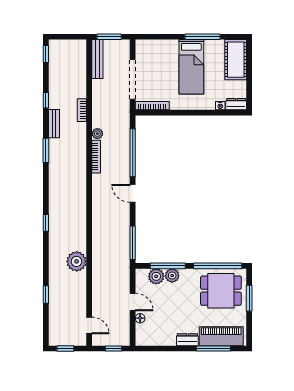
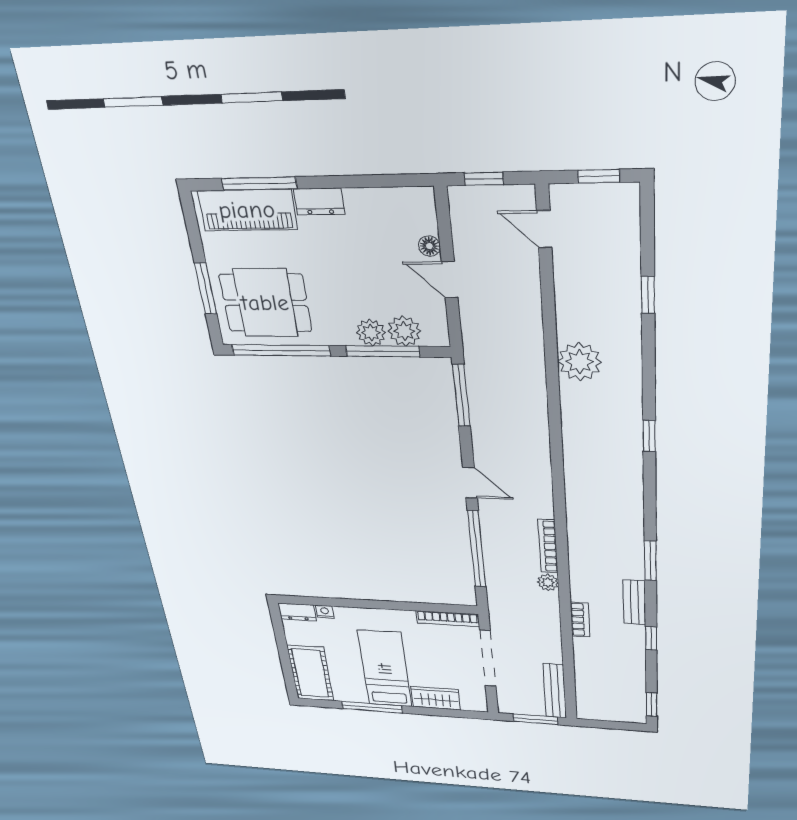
wardrobe: (165, 47) -> (436, 698), added

